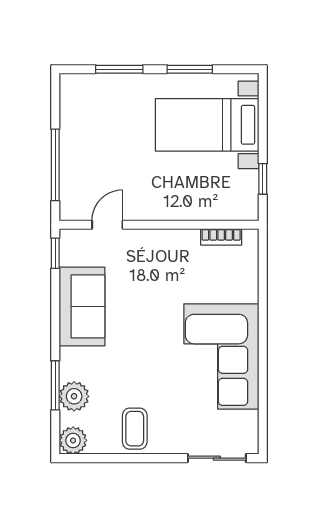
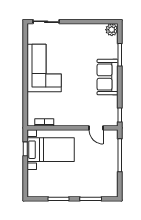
bed with nightstands: (207, 125) -> (51, 150), moved
door: (107, 225) -> (96, 128), hinge flipped
sofa: (82, 306) -> (108, 77), moved
plant: (74, 396) -> (111, 50), removed
coffee table: (135, 429) -> (84, 35), removed

